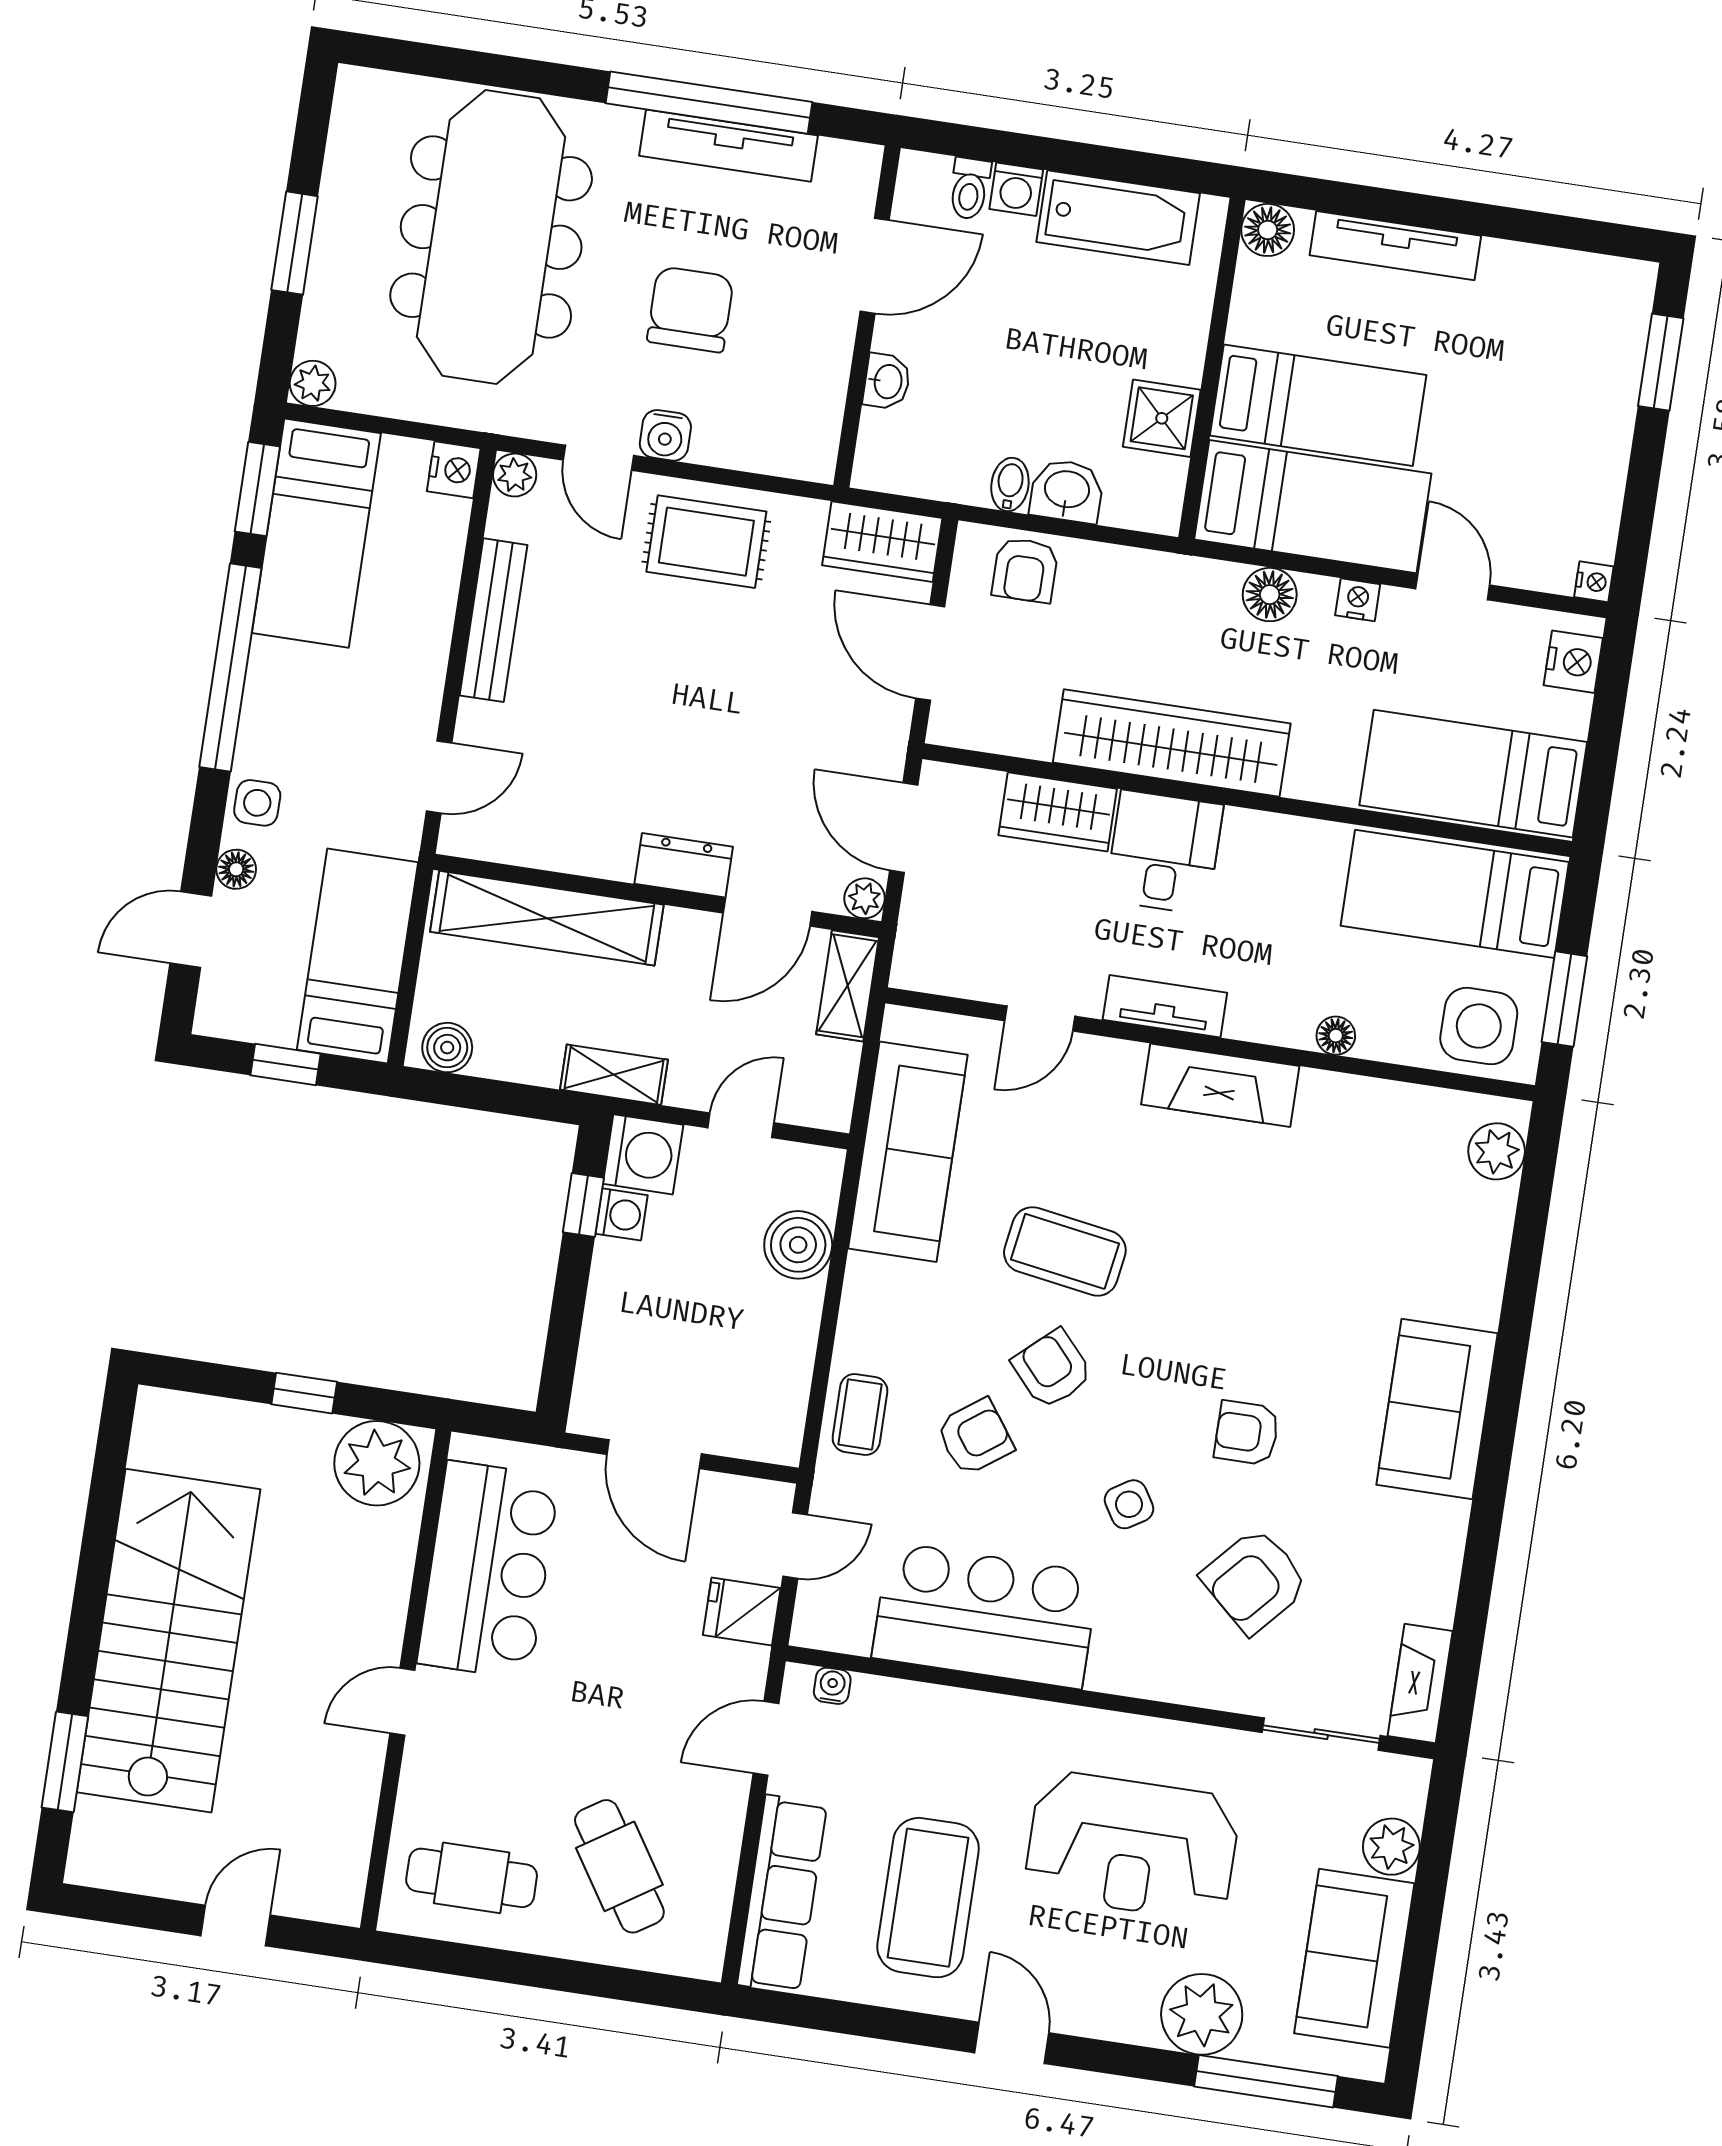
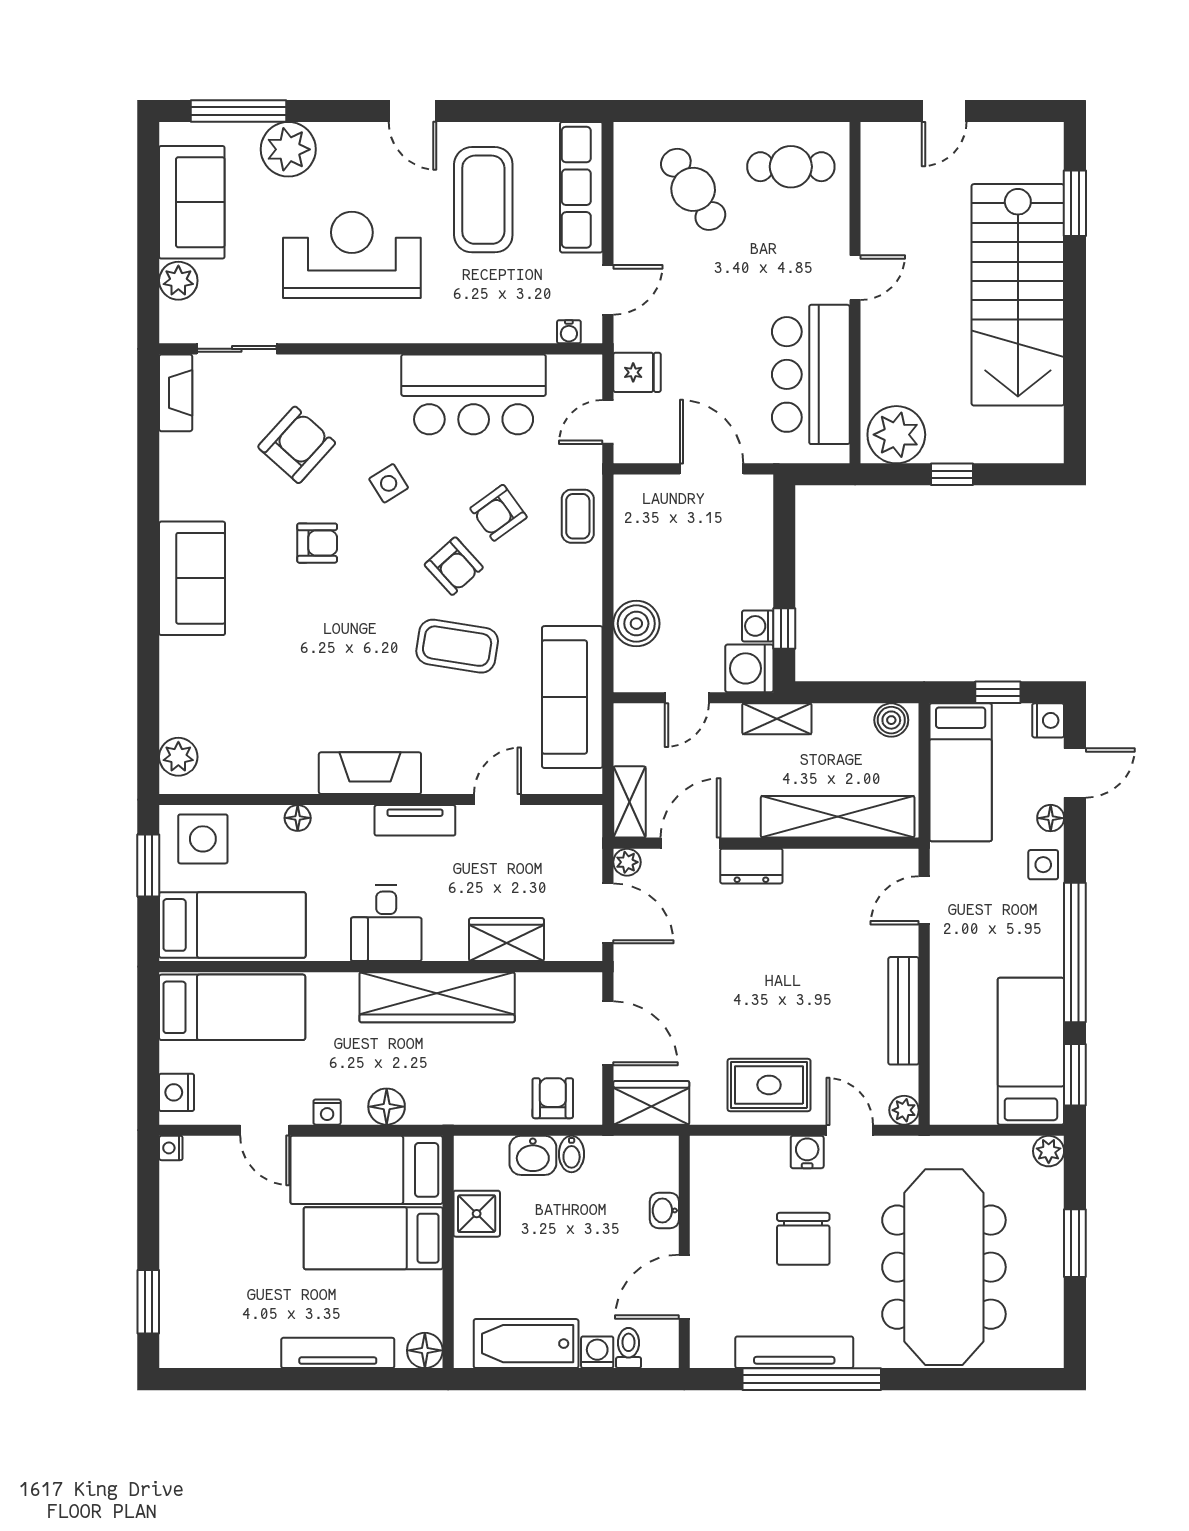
nightstand: (454, 470) -> (1048, 720), moved, turned 180
desk: (1164, 852) -> (386, 923), moved

